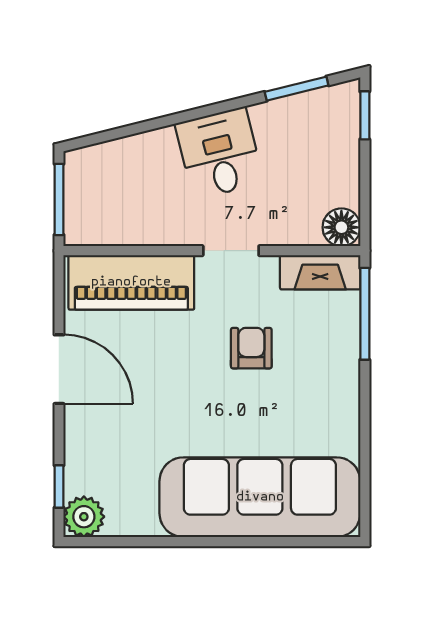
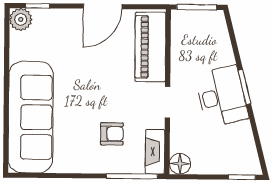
window: (297, 89) -> (244, 87), moved
desk: (219, 153) -> (222, 96), width x1.37
armchair: (251, 348) -> (112, 134), moved

